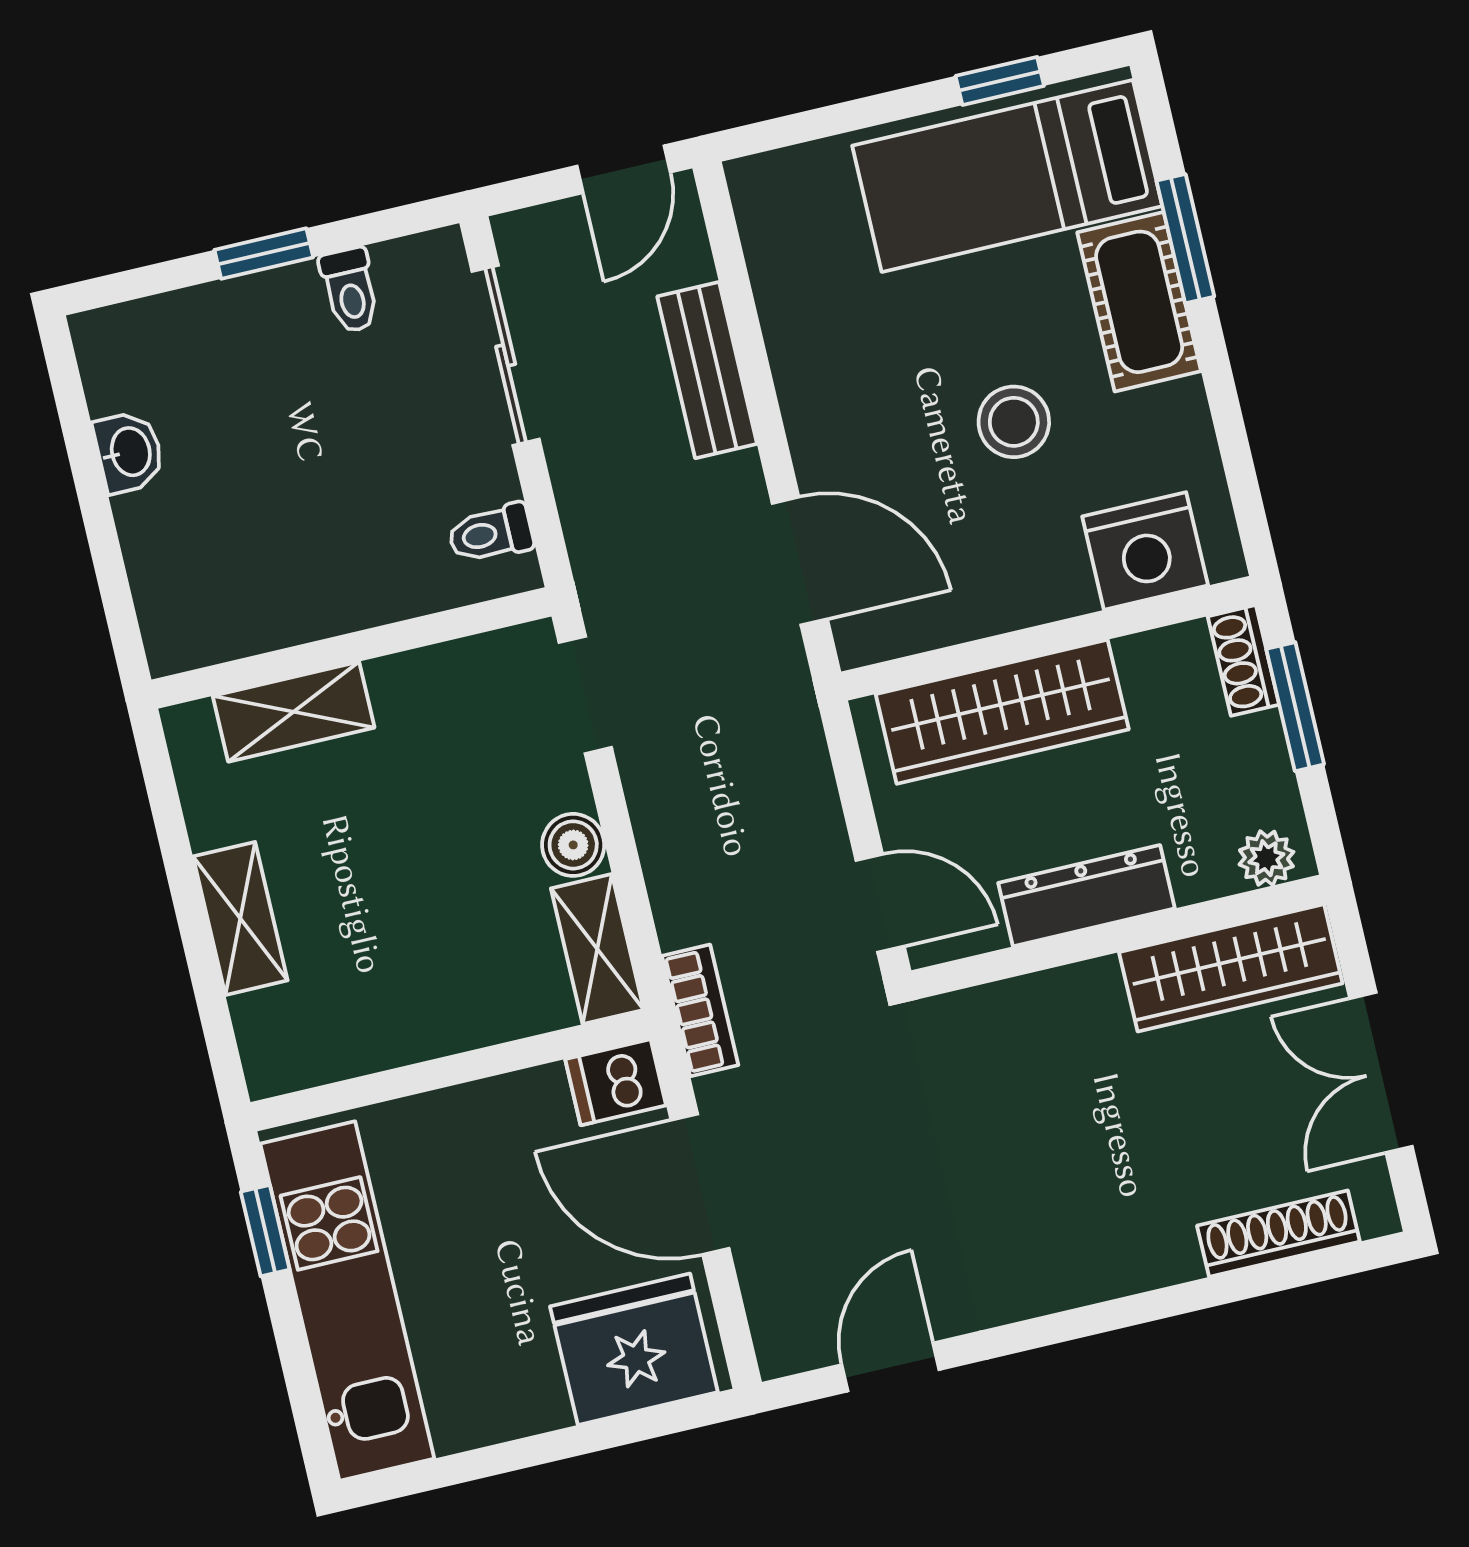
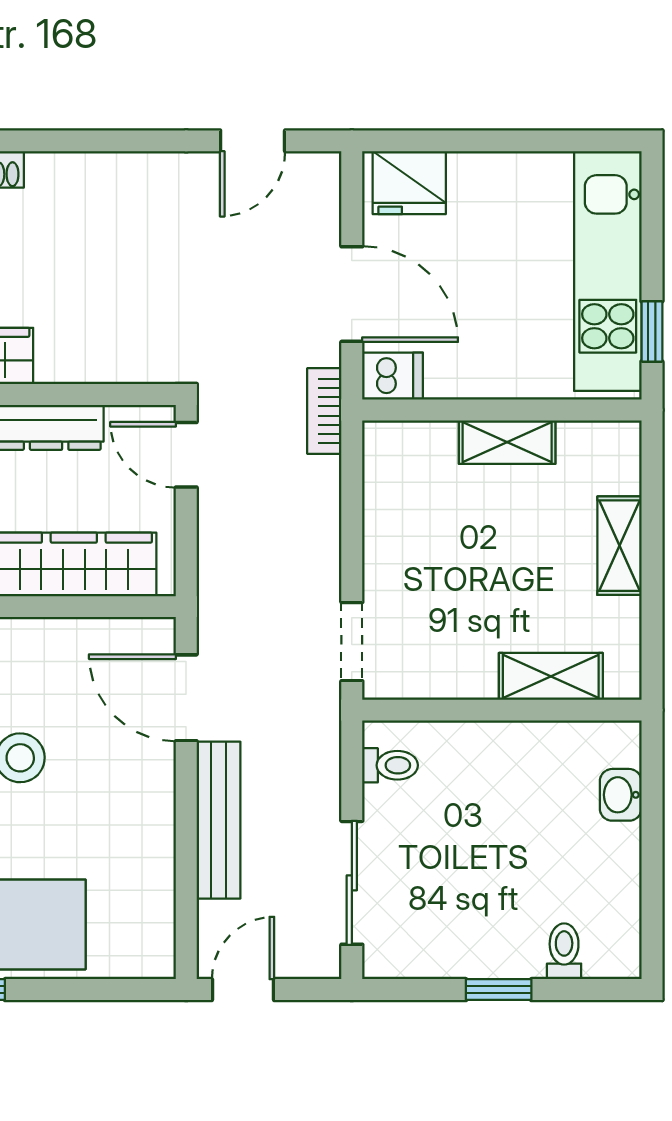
toilet: (350, 290) -> (564, 951), moved
bench: (707, 370) -> (219, 820), width x1.36
washbasin: (129, 452) -> (621, 795), moved
boiler: (573, 845) -> (384, 543), removed
shelving: (597, 949) -> (507, 442), moved, turned 90
fridge: (634, 1349) -> (409, 183), width x0.73, depth x0.75

